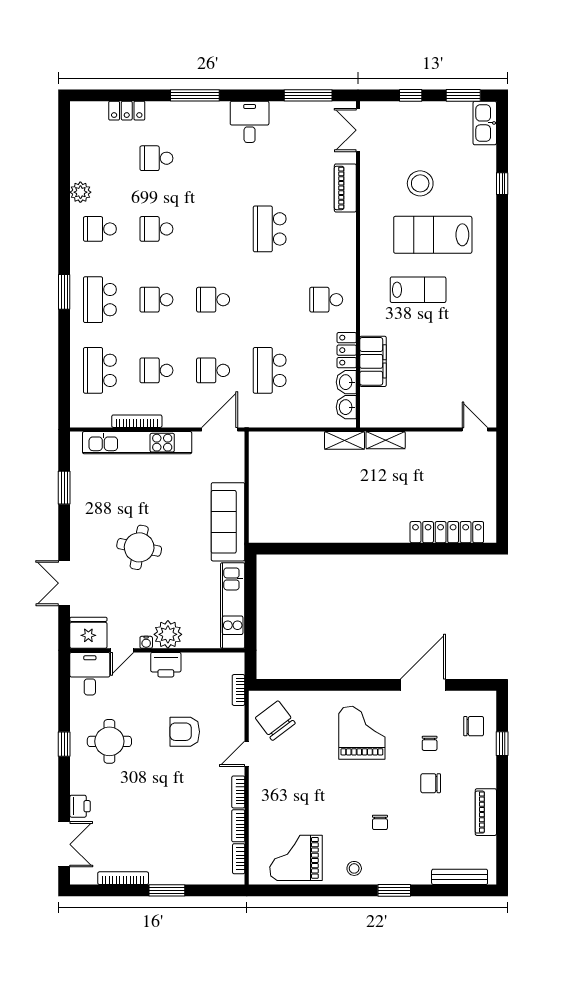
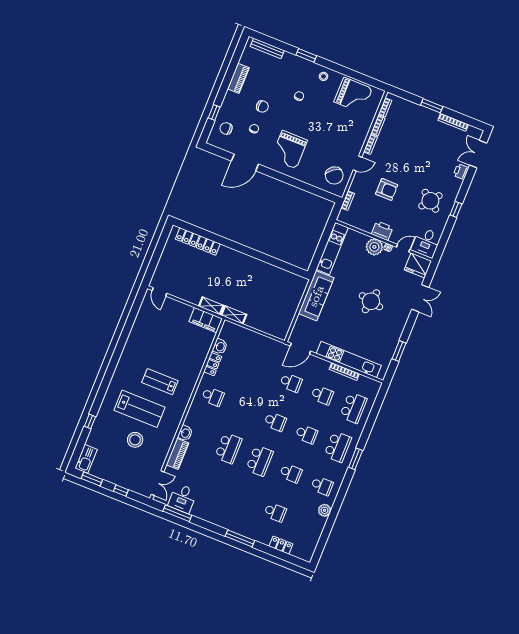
desk: (250, 122) -> (183, 498), moved
filing cabinet: (373, 361) -> (206, 320), moved, turned -90
school desk: (270, 370) -> (260, 461), moved
washbasin: (346, 407) -> (185, 433), moved
round table: (109, 741) -> (430, 201), turned 37

